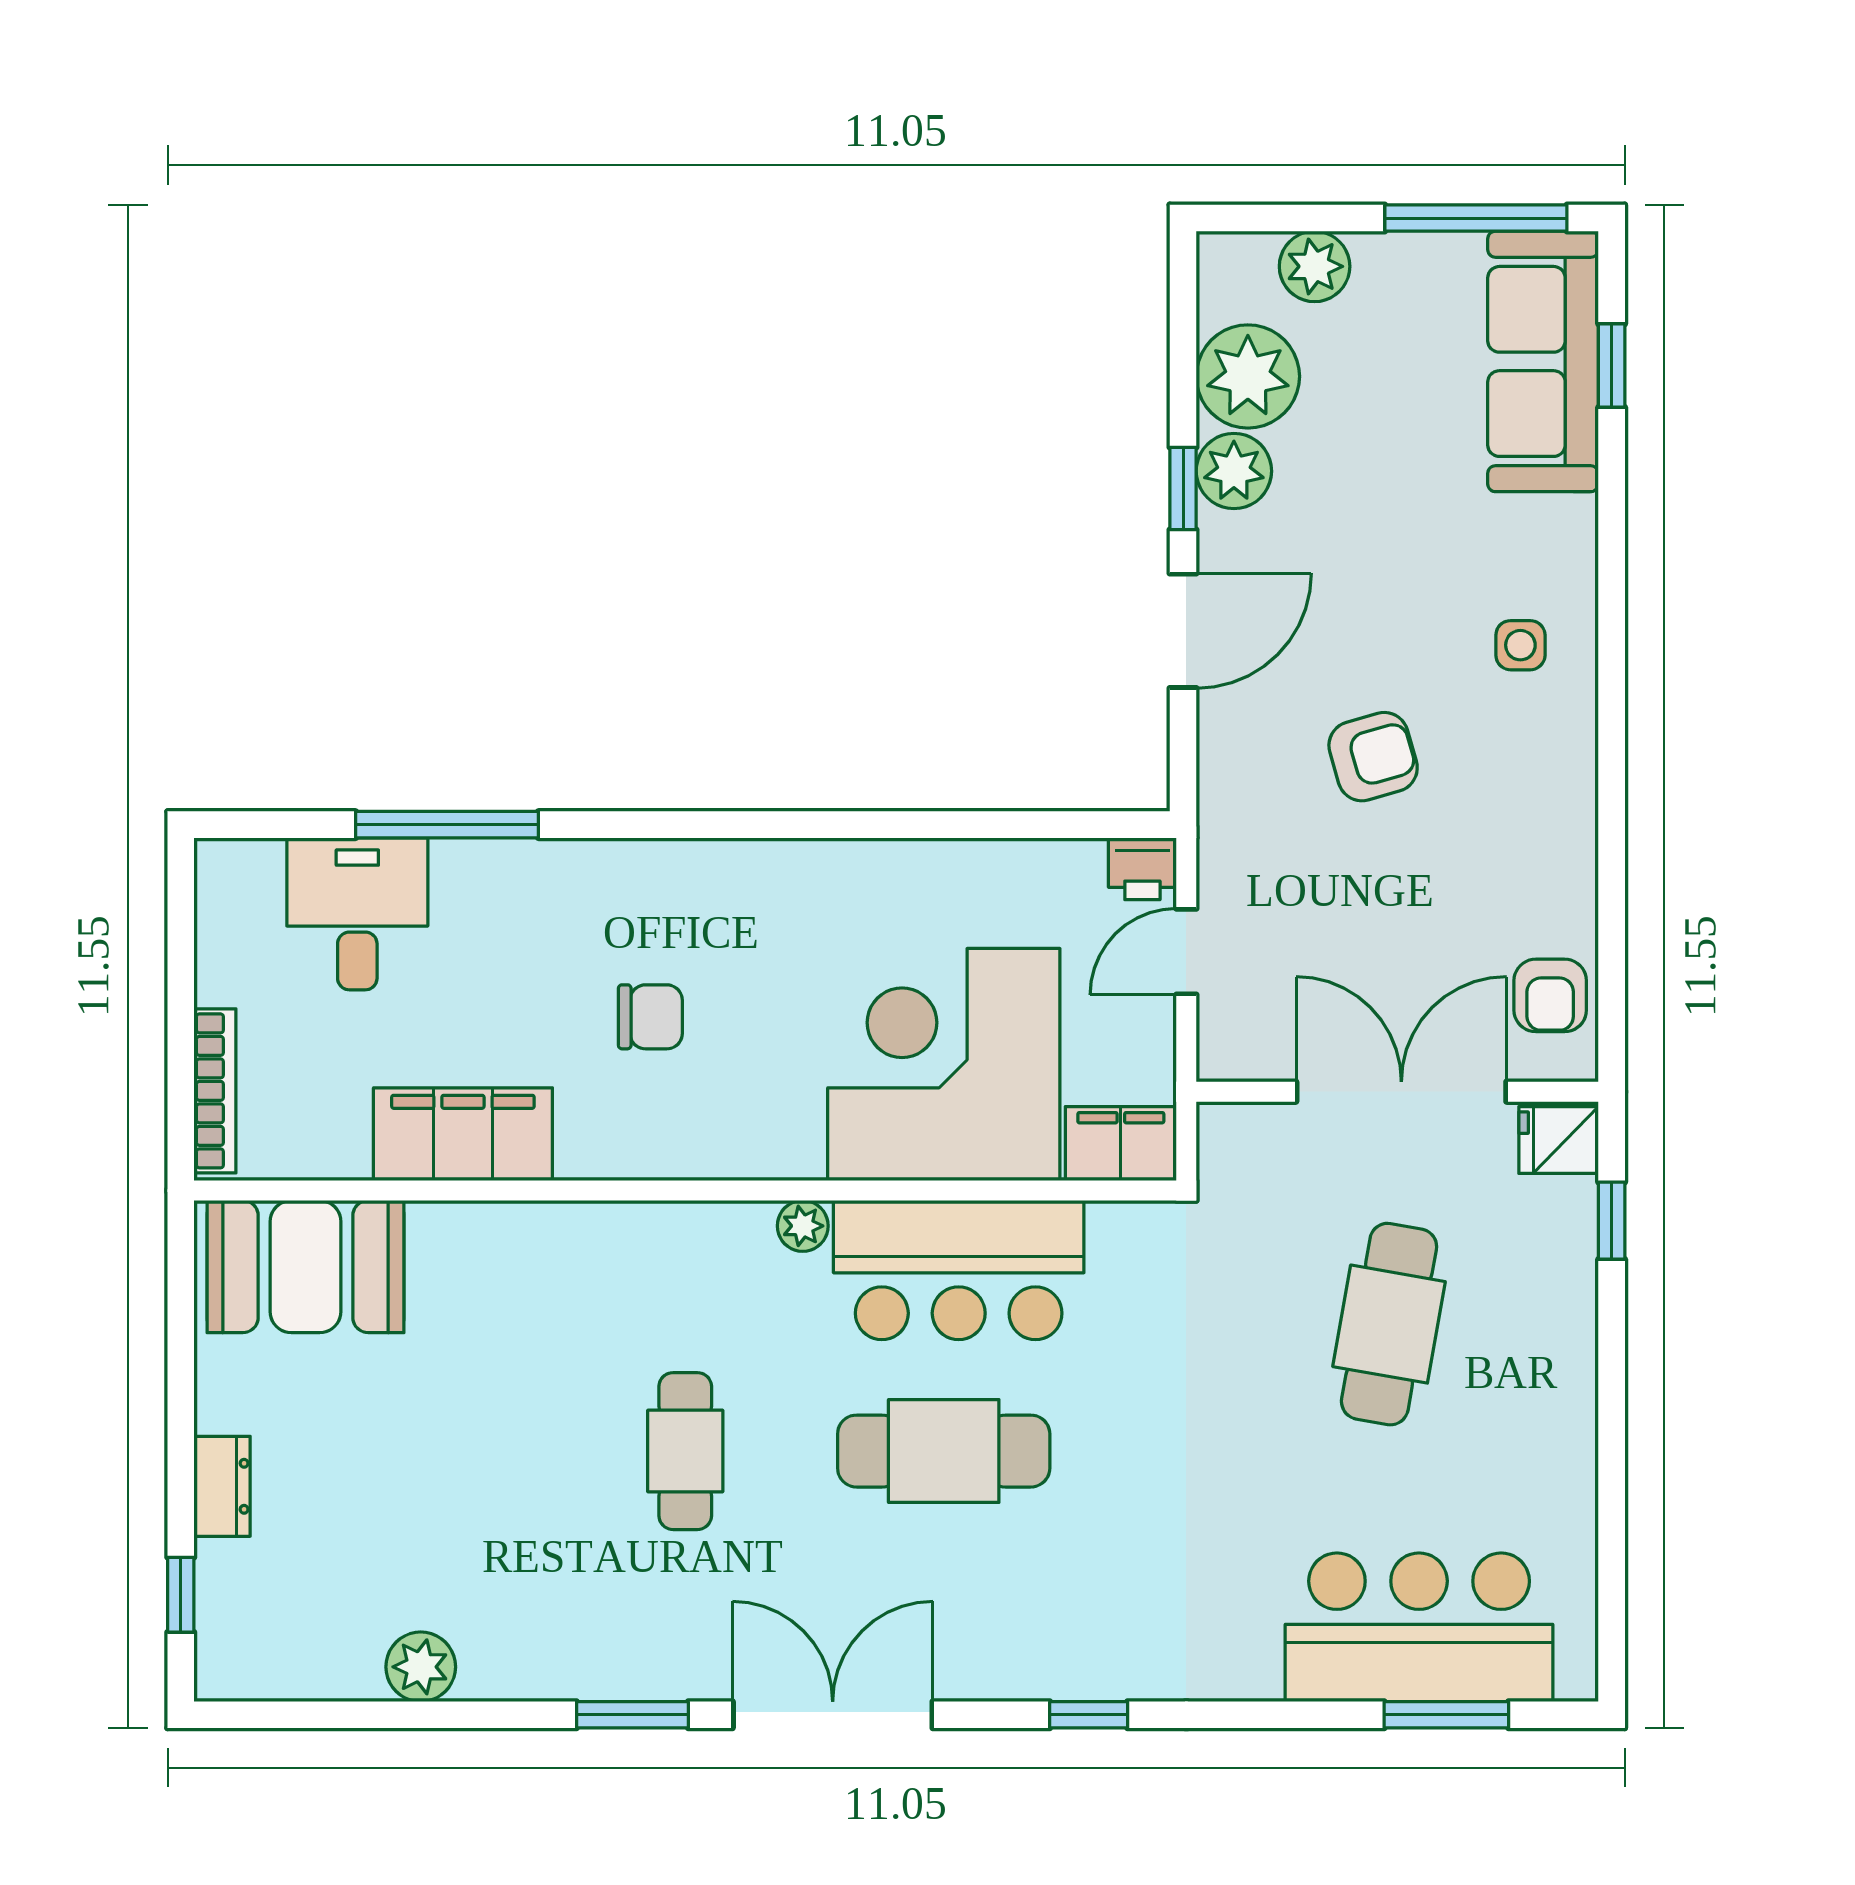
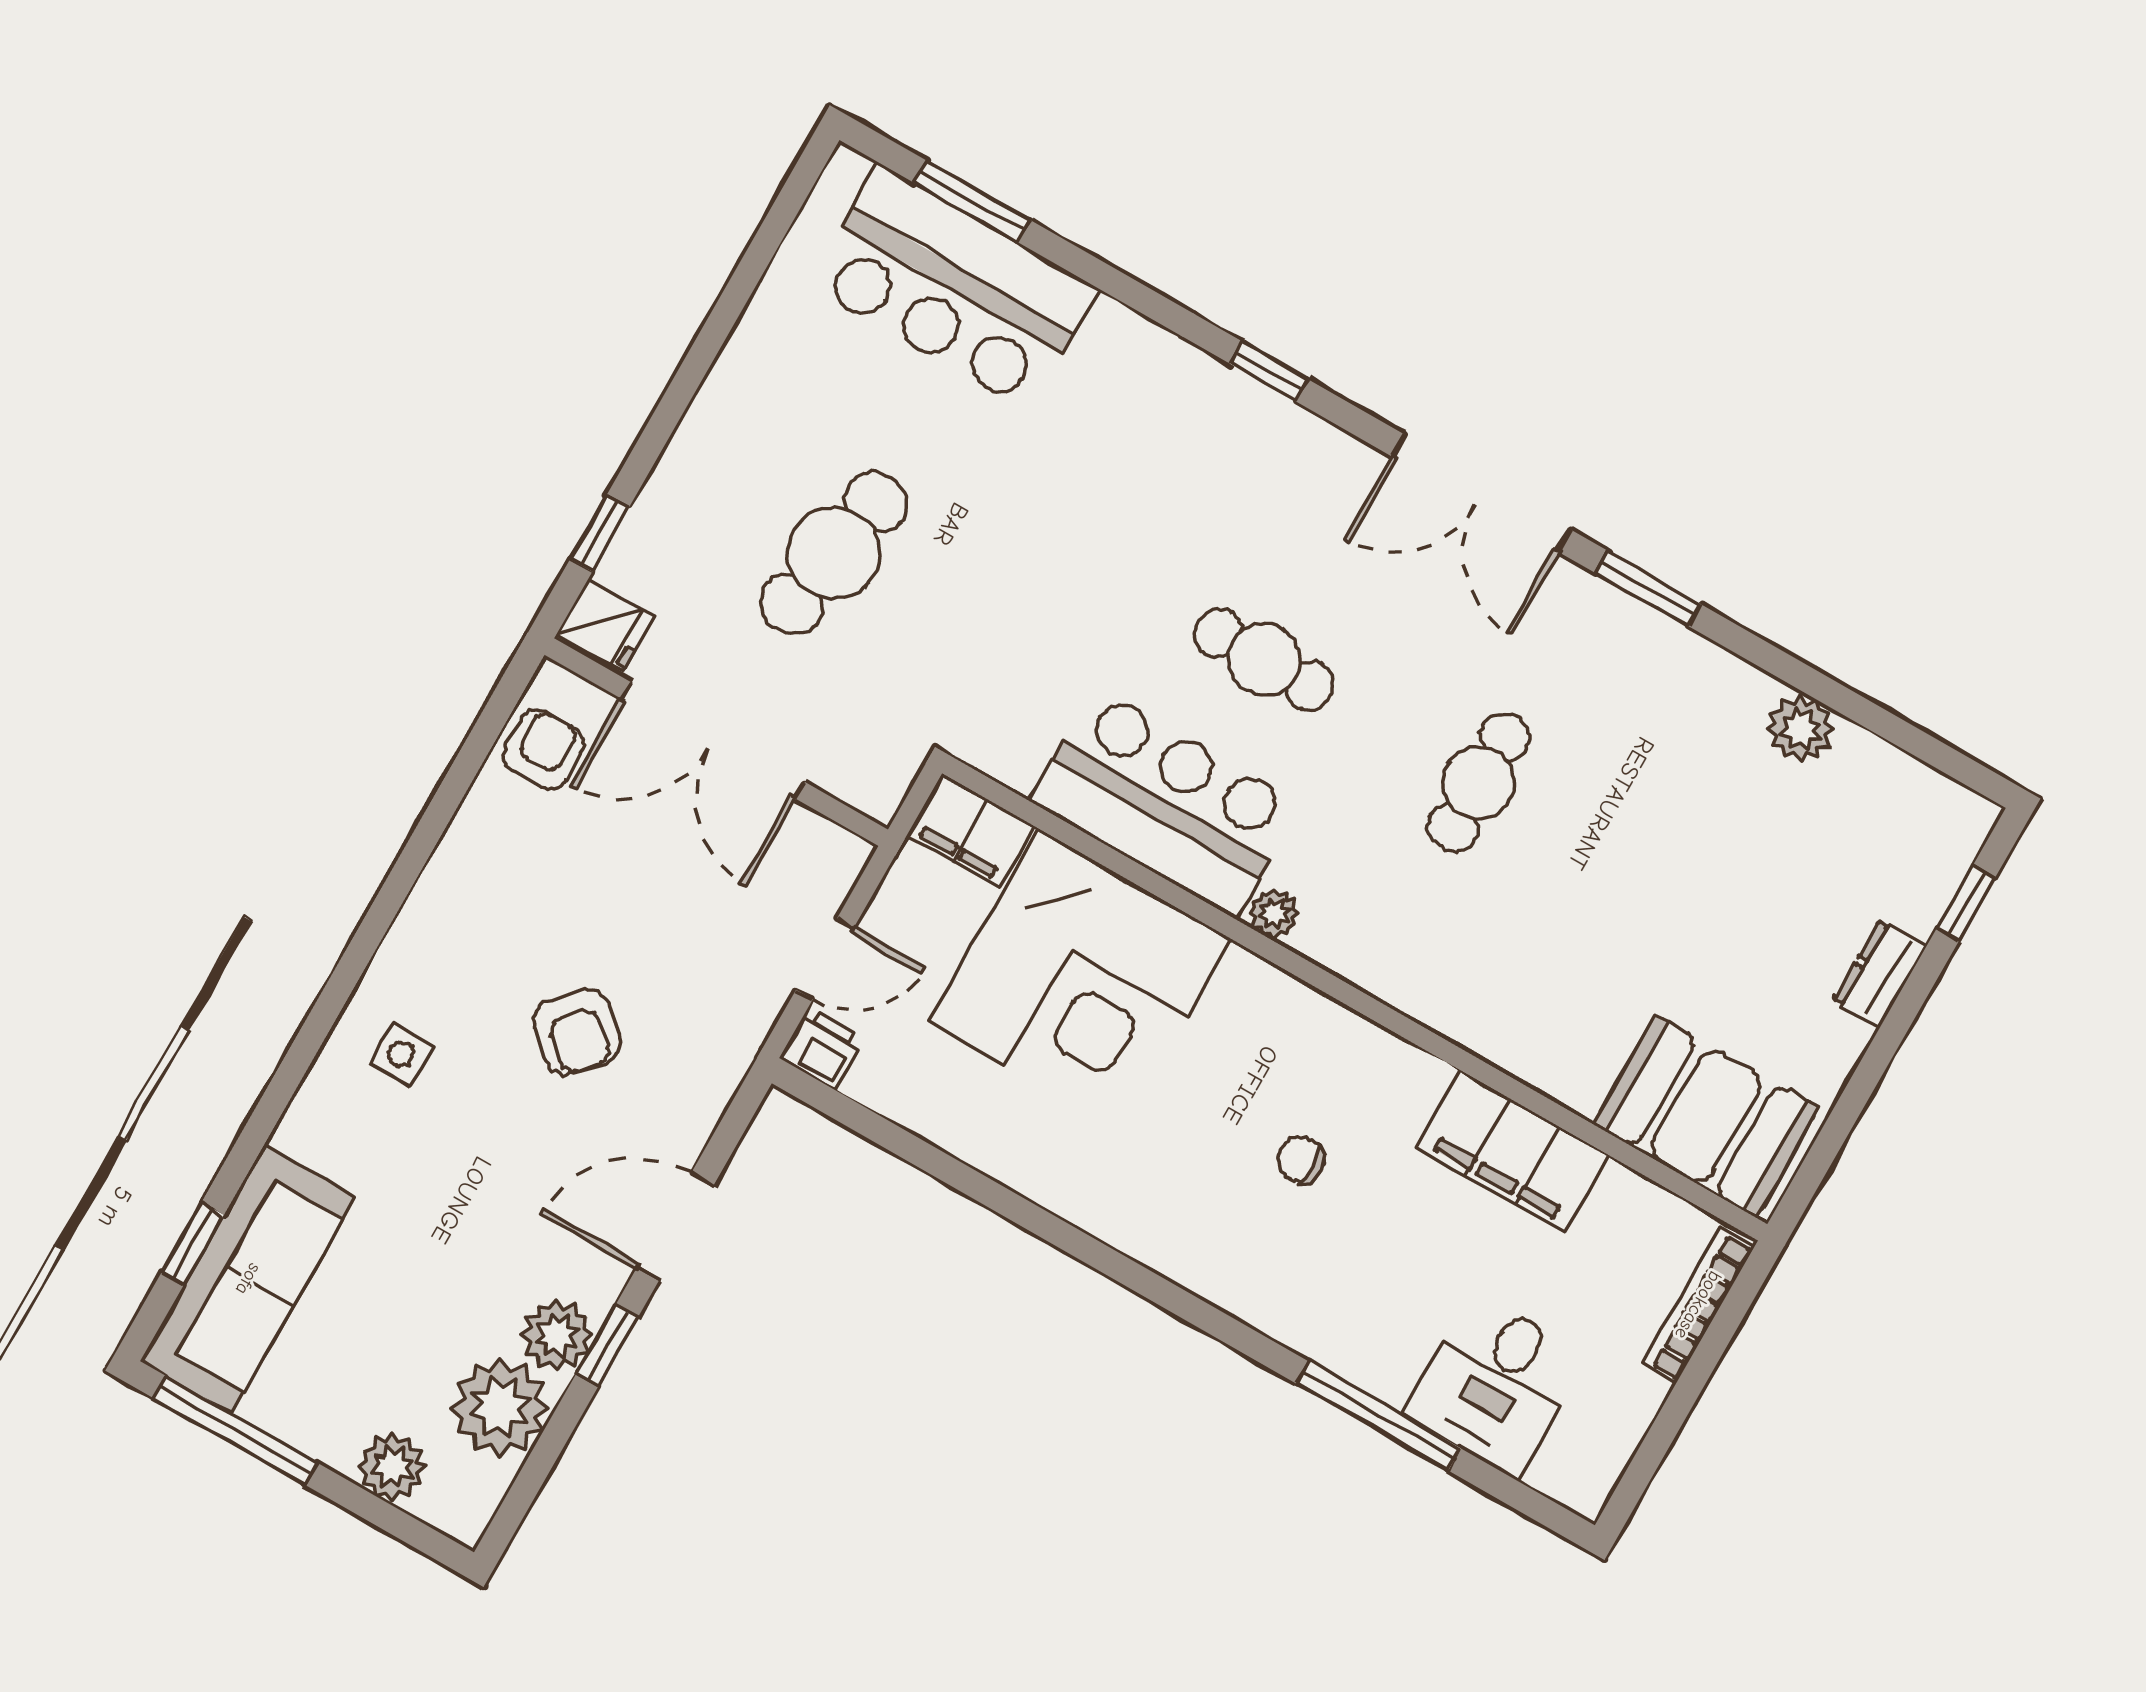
armchair: (1373, 757) -> (577, 1032), turned -121
chair: (650, 1017) -> (1301, 1160), width x0.73, depth x0.73
cafe table: (944, 1451) -> (1264, 659), width x0.73, depth x0.74

